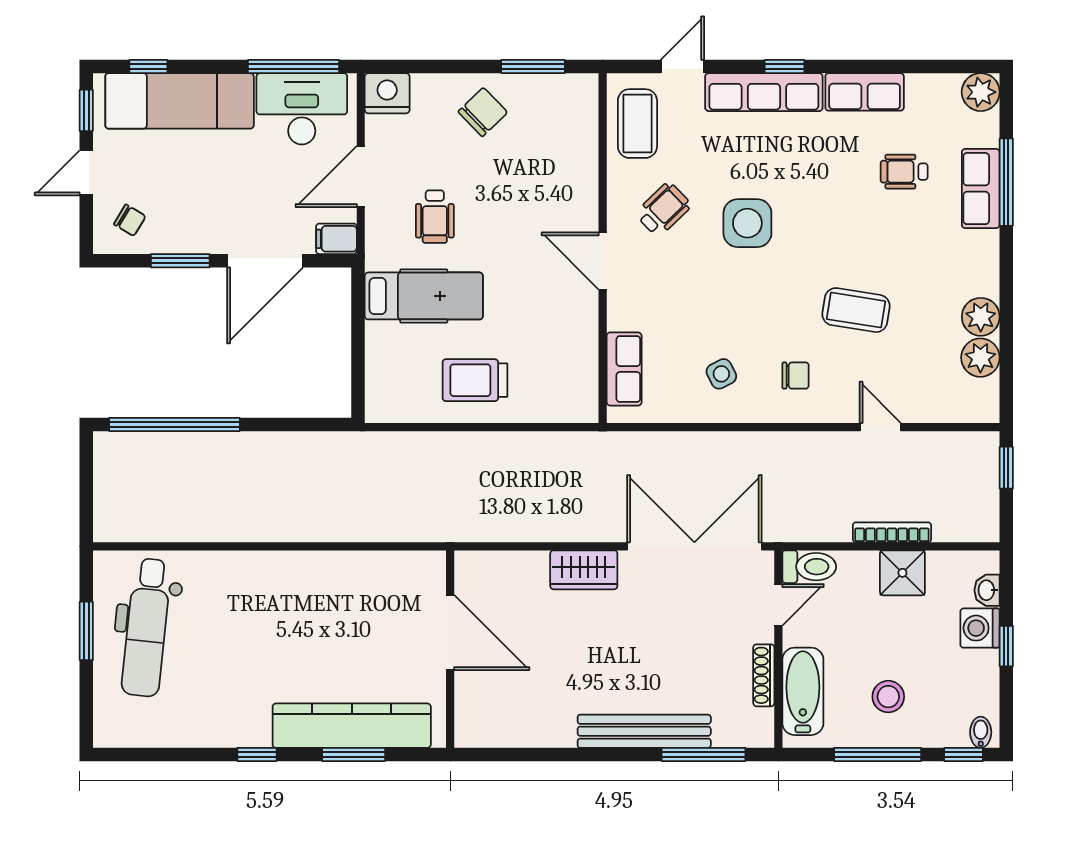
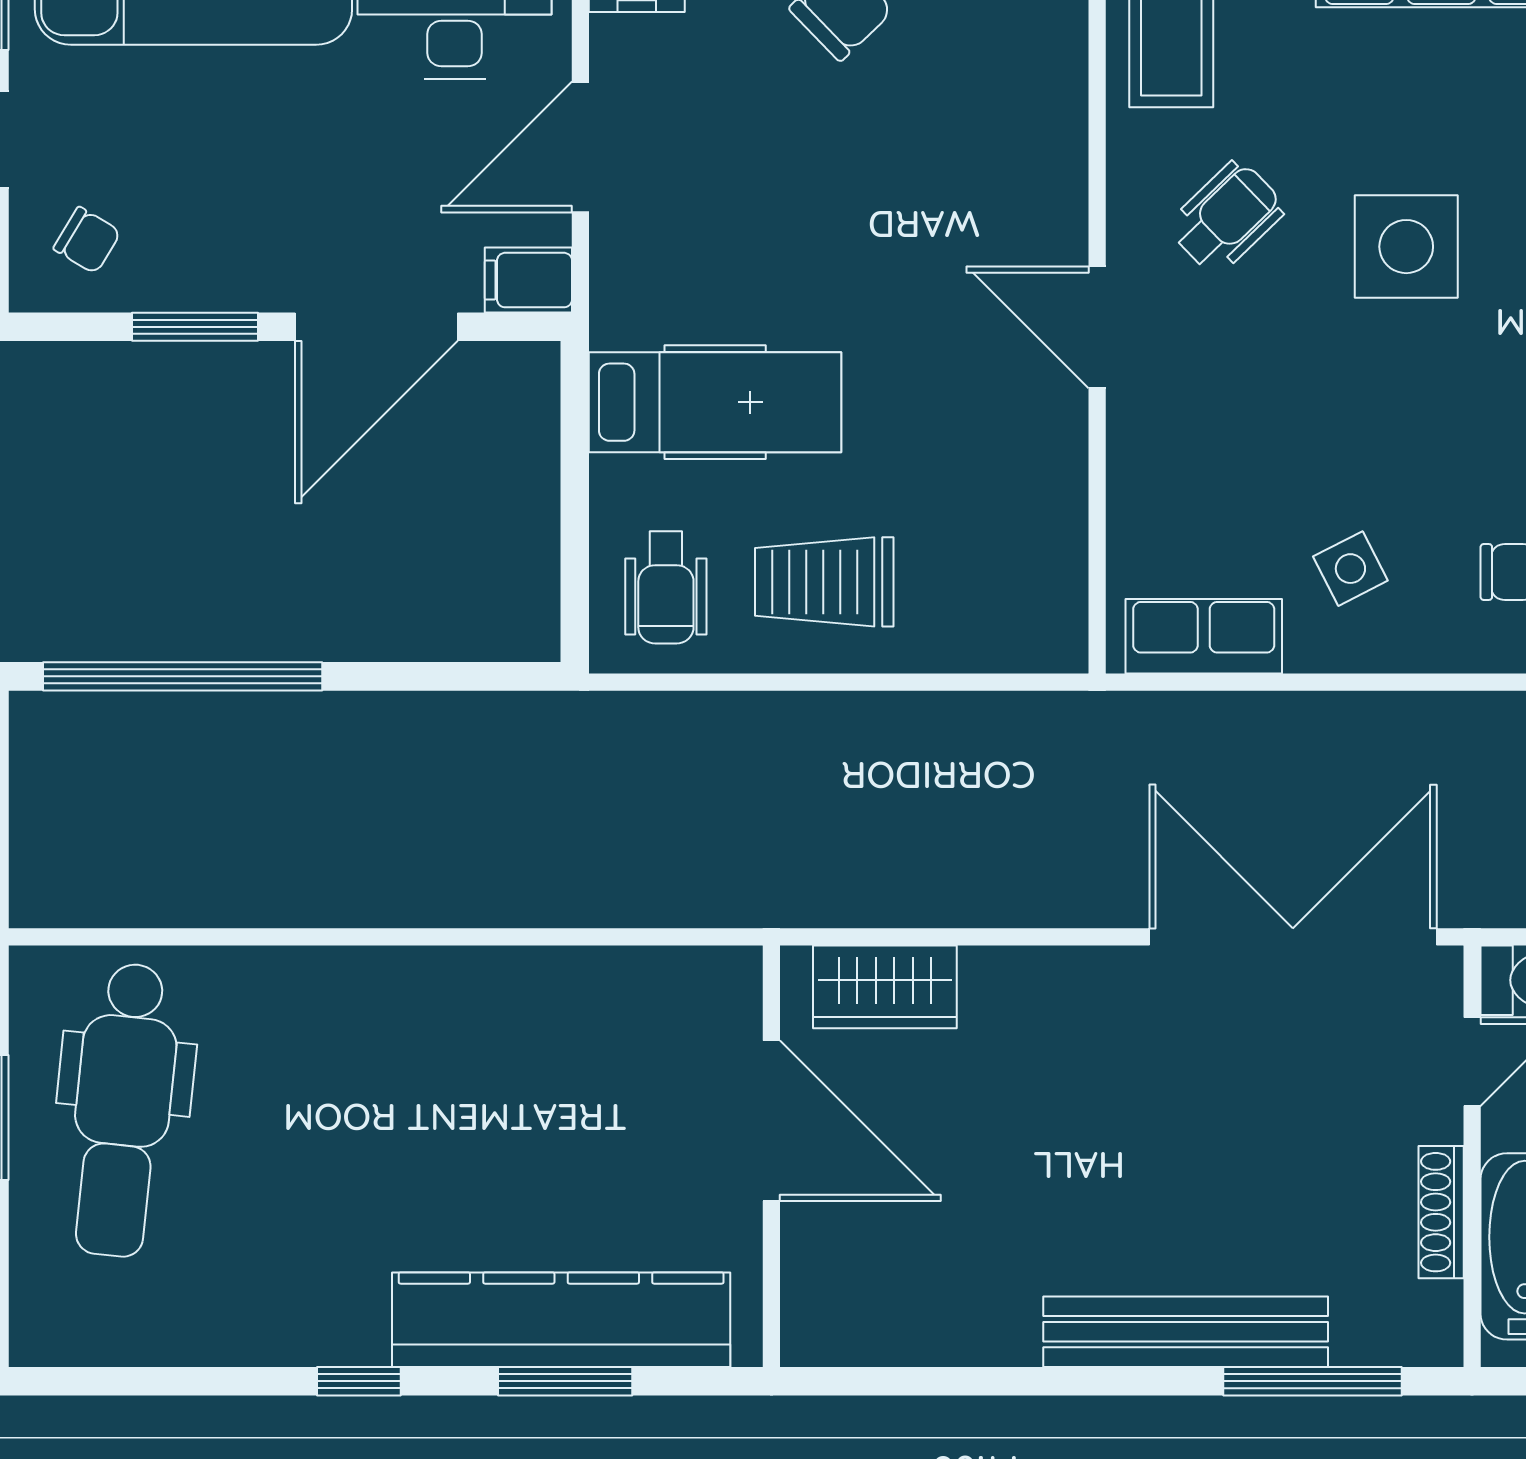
wheelchair: (435, 217) -> (666, 588), moved
row of seats: (624, 369) -> (1204, 636), moved, turned -90
wardrobe: (584, 570) -> (885, 987), moved

